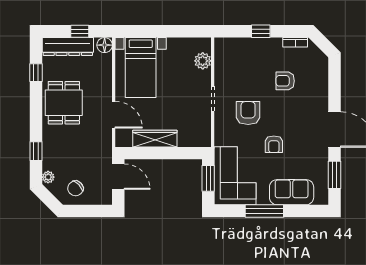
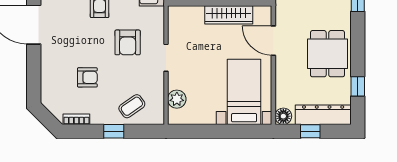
coffee table: (244, 54) -> (132, 106), added

